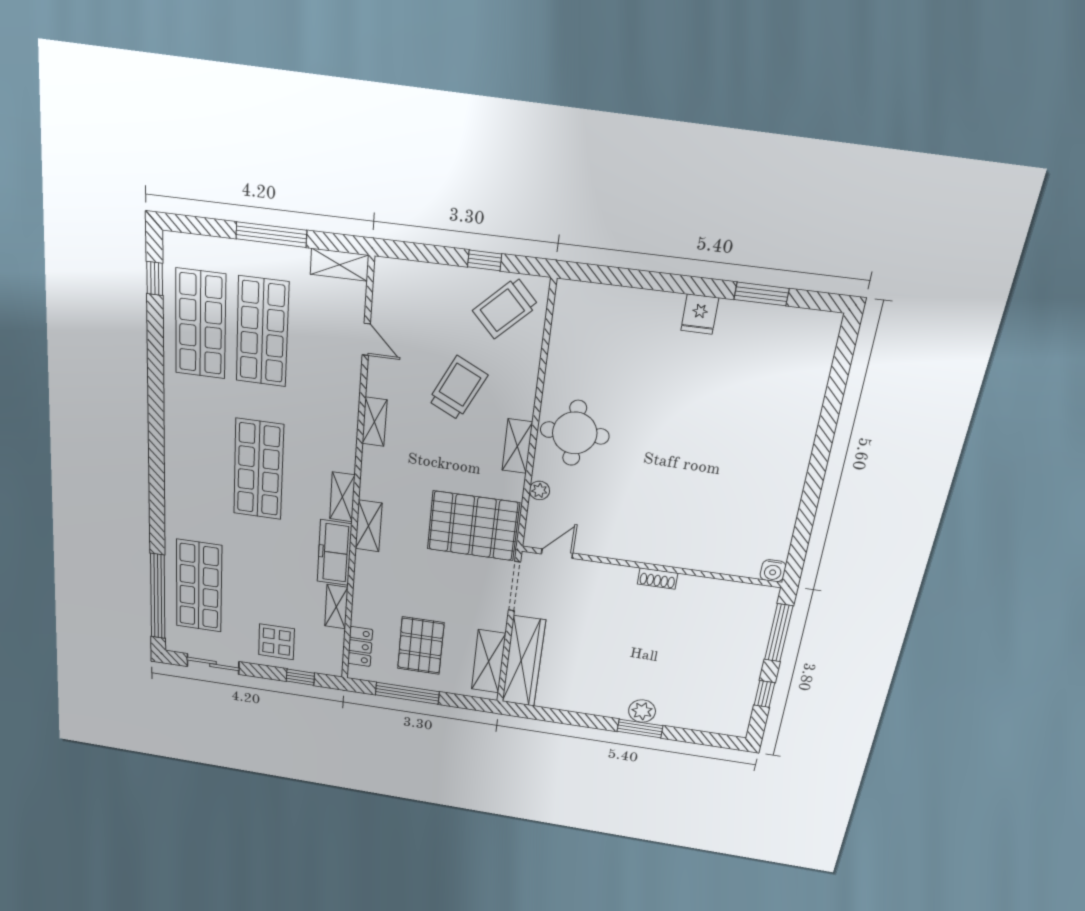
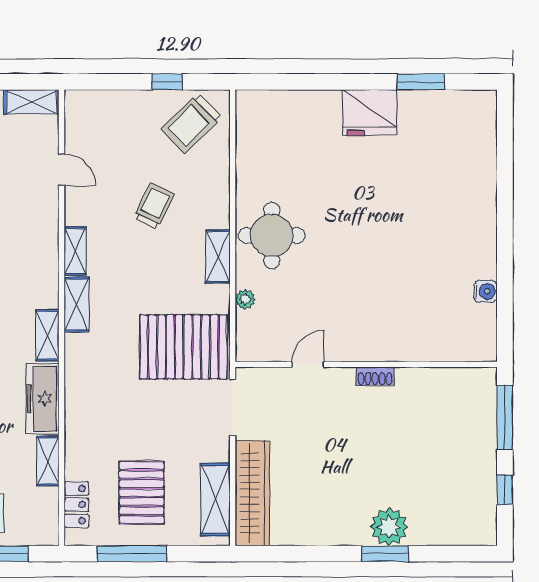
fridge: (700, 314) -> (370, 112), width x1.88, depth x1.34
trolley: (458, 388) -> (154, 206), width x0.73, depth x0.72
shelving: (369, 526) -> (76, 305), moved
door: (557, 554) -> (308, 364), moved
water cooler: (773, 571) -> (486, 291), moved, turned -90
plant: (642, 711) -> (389, 527), width x1.36, depth x1.36

